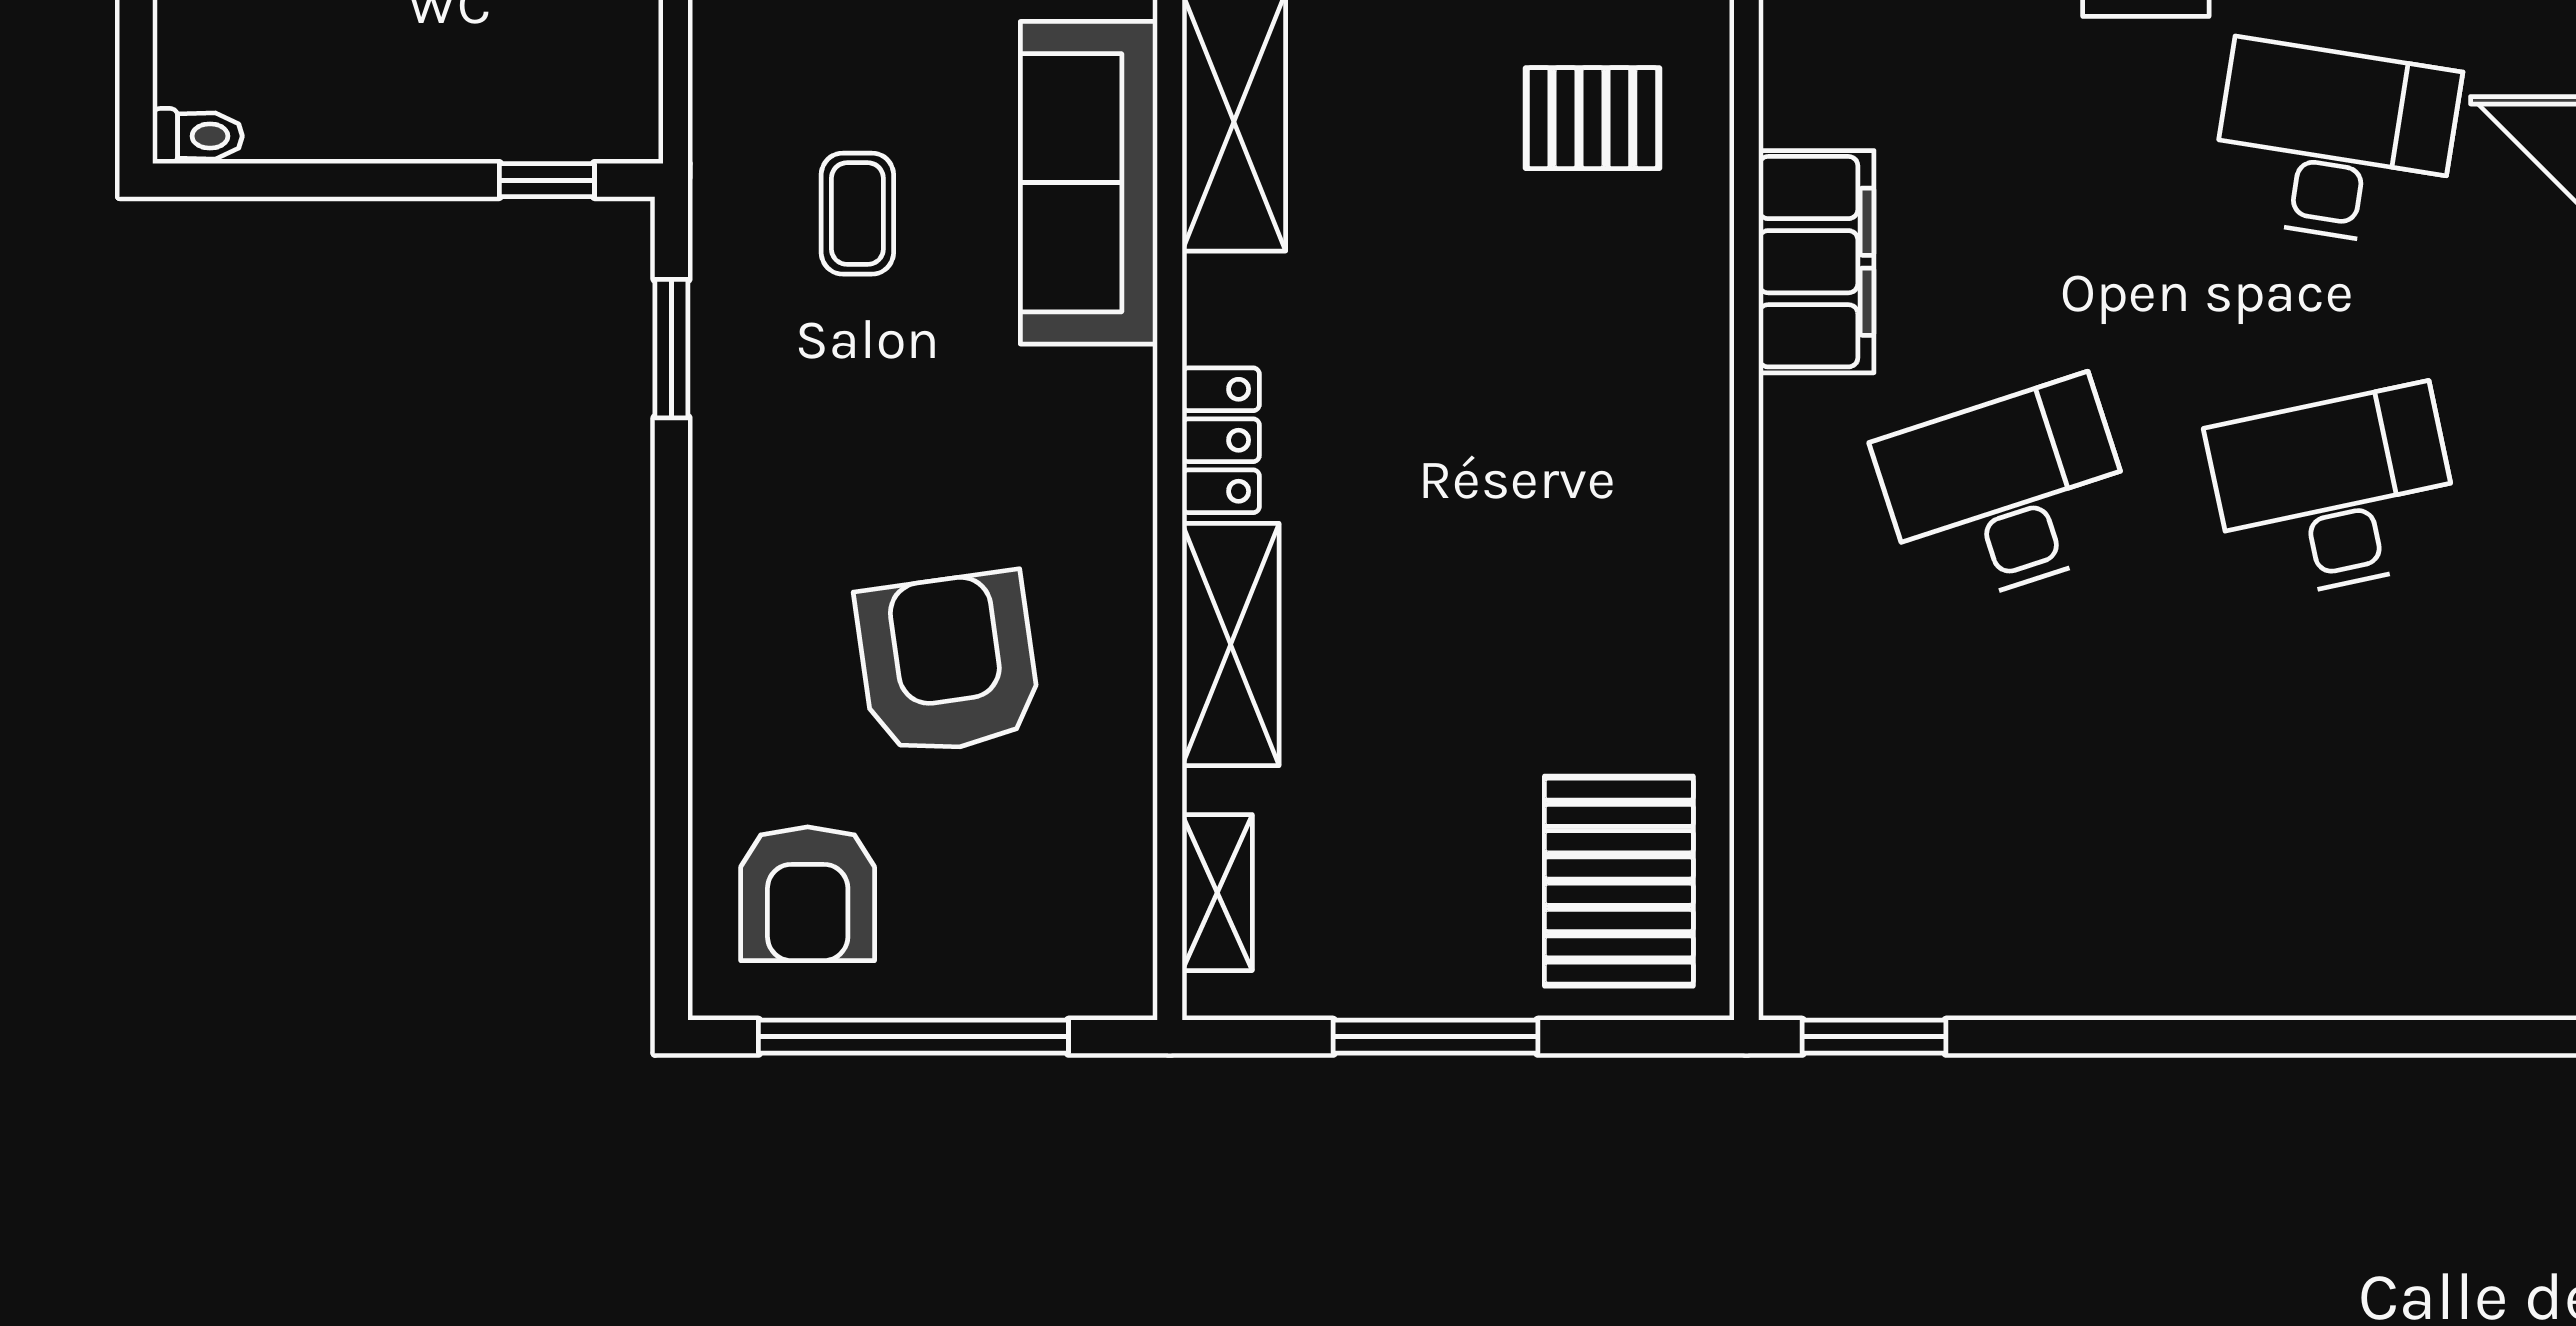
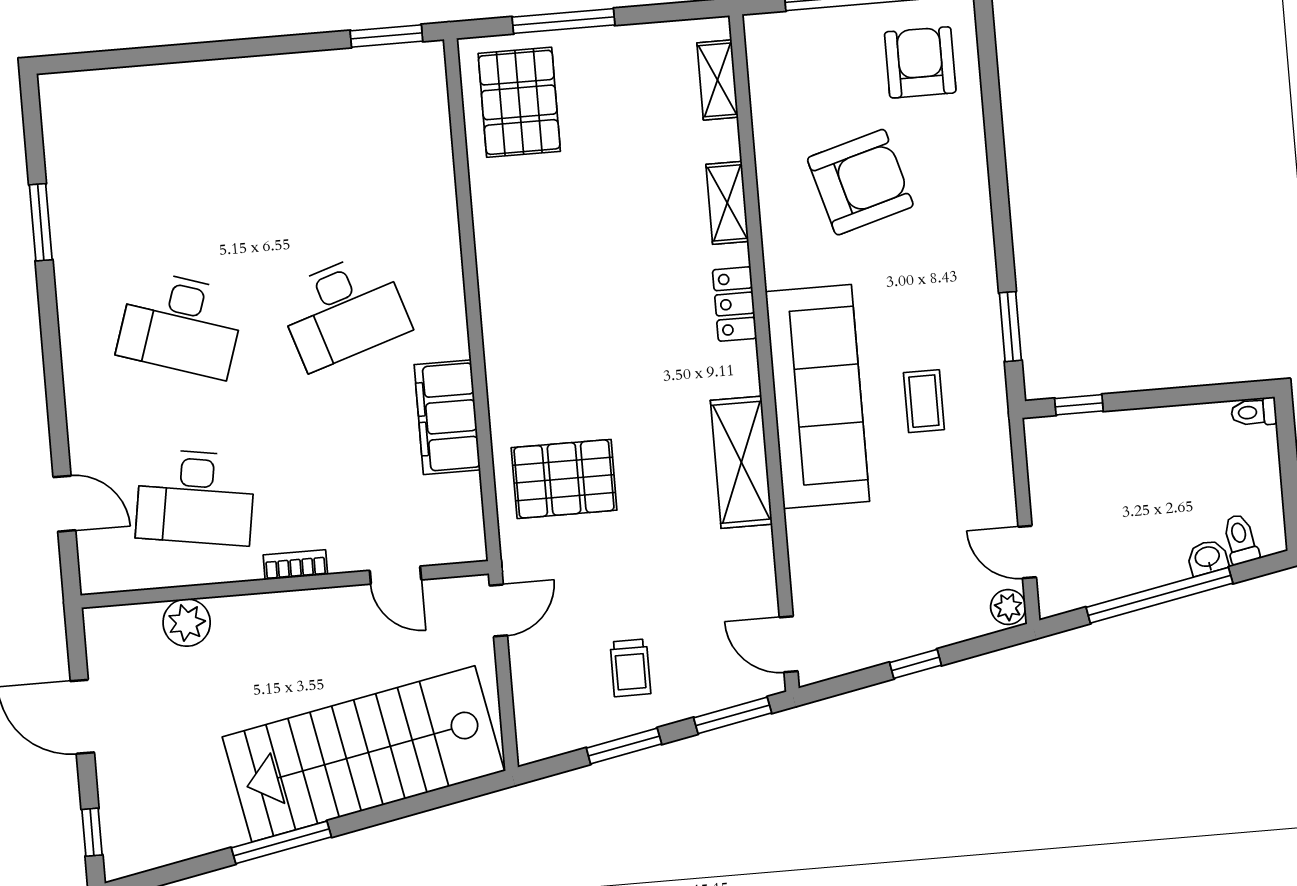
pallet: (1592, 118) -> (564, 479), width x1.50, depth x1.42
sofa: (1089, 183) -> (817, 396), width x1.36, depth x1.27
desk: (2335, 493) -> (181, 324), turned 30
shelving: (1231, 645) -> (727, 203), width x0.67, depth x0.75
armchair: (948, 664) -> (860, 182), turned -98
window: (1435, 1037) -> (564, 21), moved

